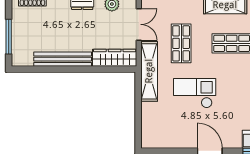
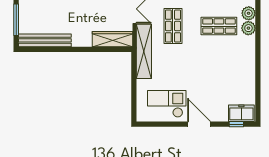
bench: (63, 59) -> (45, 40), moved
checkout: (195, 93) -> (167, 104), moved

